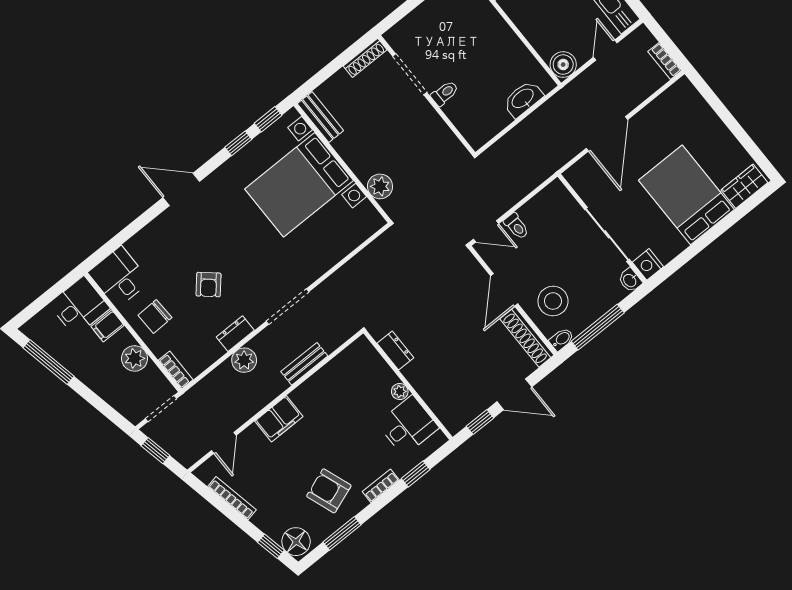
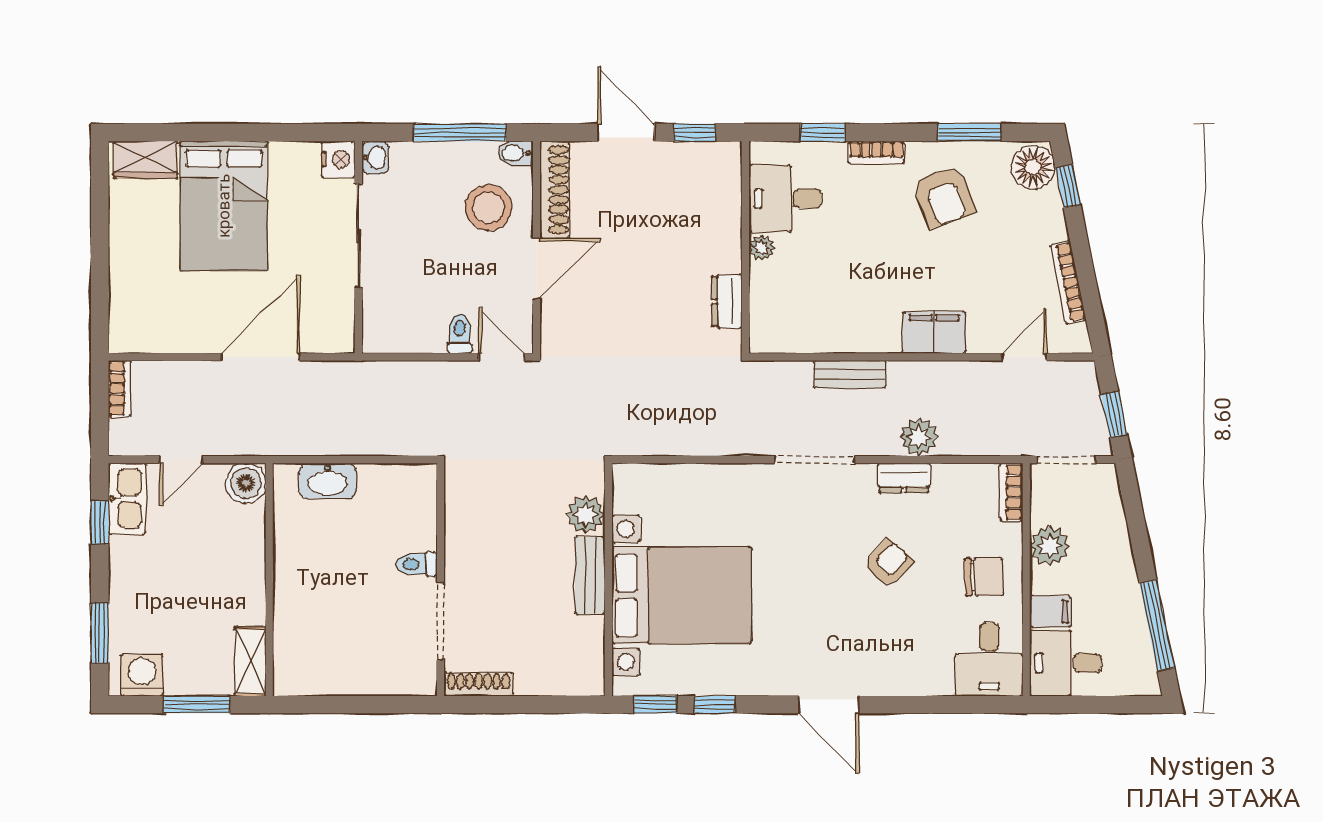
bench: (320, 117) -> (590, 576), moved

